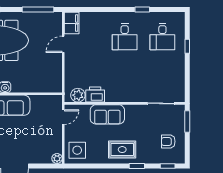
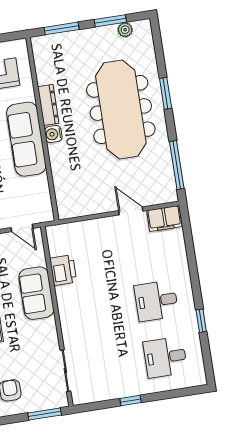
window: (187, 46) -> (131, 400), moved
plant: (78, 95) -> (58, 245), removed

